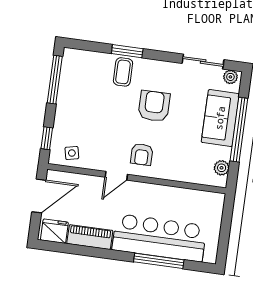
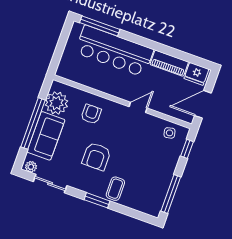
window: (127, 51) -> (97, 200), moved
armchair: (142, 154) -> (91, 114), moved
plant: (222, 168) -> (56, 103), width x1.87, depth x1.87
window: (159, 261) -> (100, 26), moved

